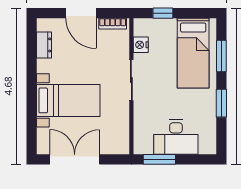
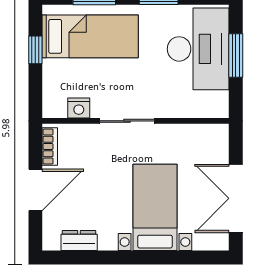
window: (163, 13) -> (35, 50), moved
desk: (176, 137) -> (198, 49), width x1.36, depth x1.30
window: (159, 159) -> (236, 55), moved

